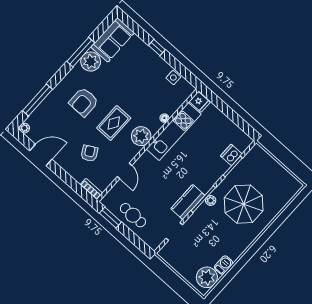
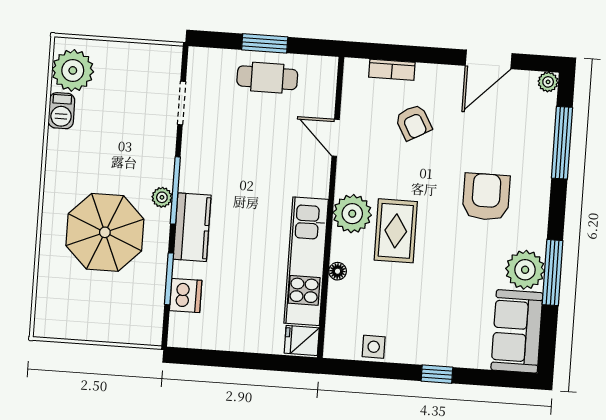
rug: (114, 123) -> (396, 231), moved
bookcase: (91, 189) -> (392, 70), moved
kitchen counter: (188, 202) -> (192, 227), moved
window: (110, 218) -> (265, 43), moved

